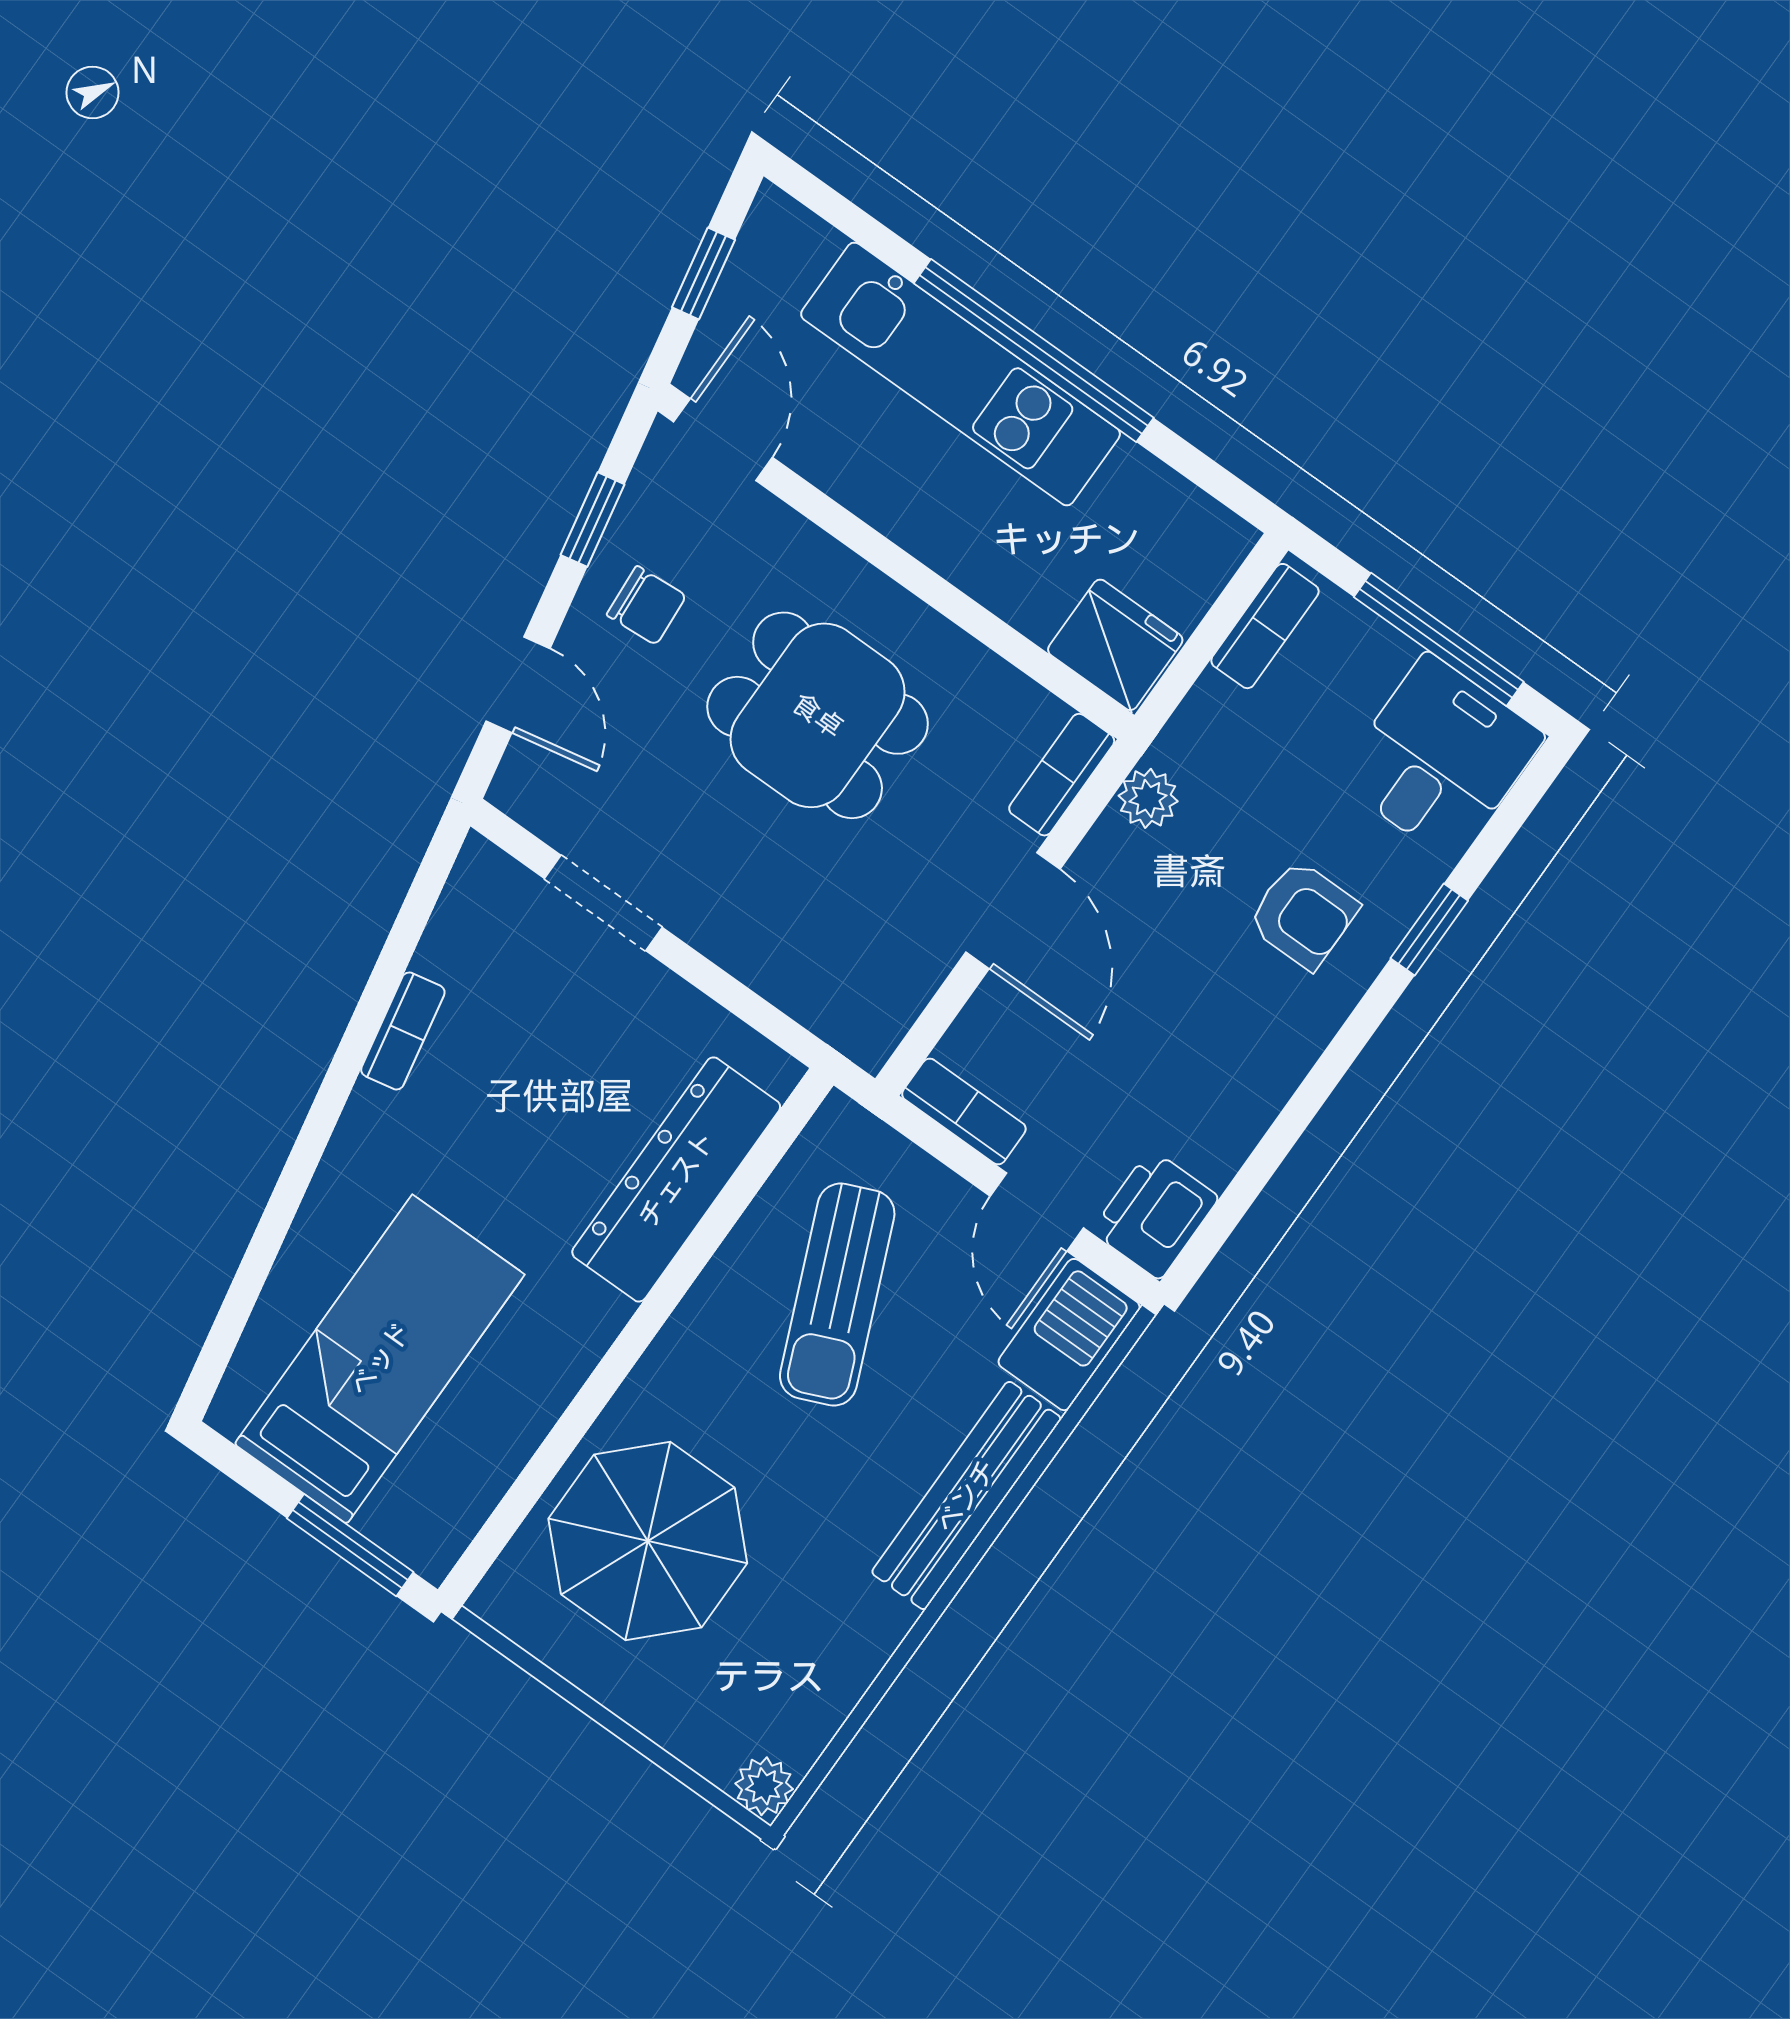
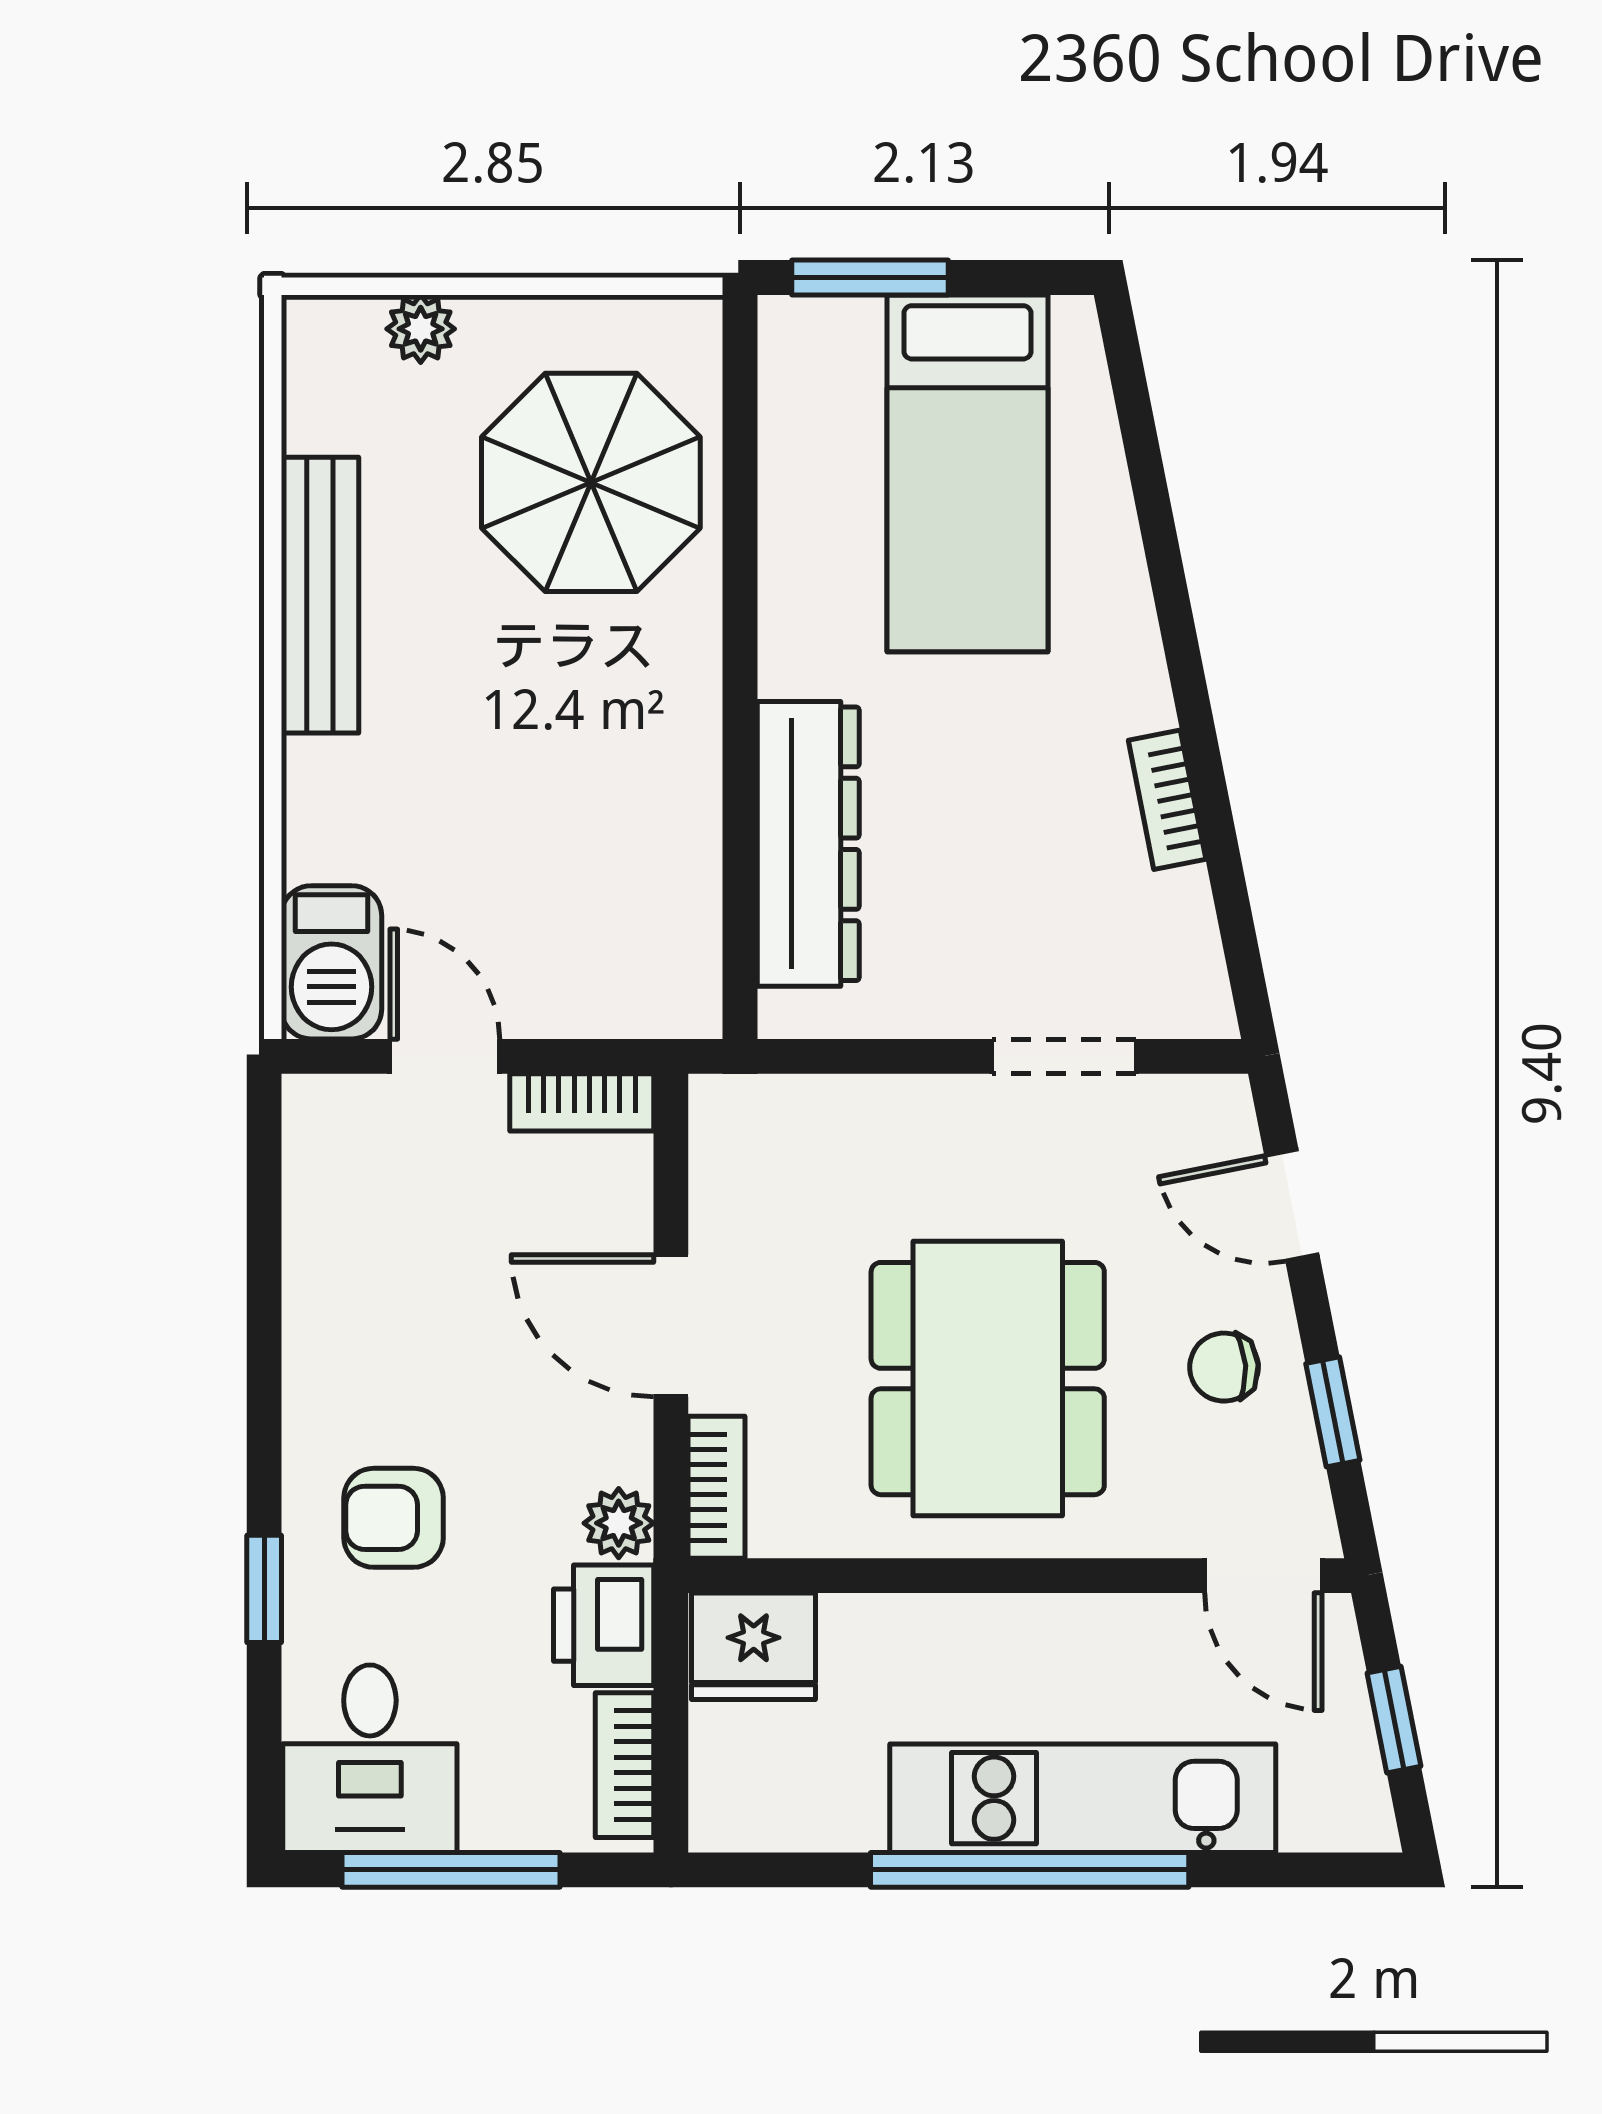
dining table: (818, 715) -> (988, 1379), width x1.38
printer: (1155, 1214) -> (604, 1625), moved, turned 180
sun lounger: (837, 1295) -> (578, 844), removed
bench: (966, 1496) -> (320, 595), moved
plant: (764, 1786) -> (421, 329), moved

